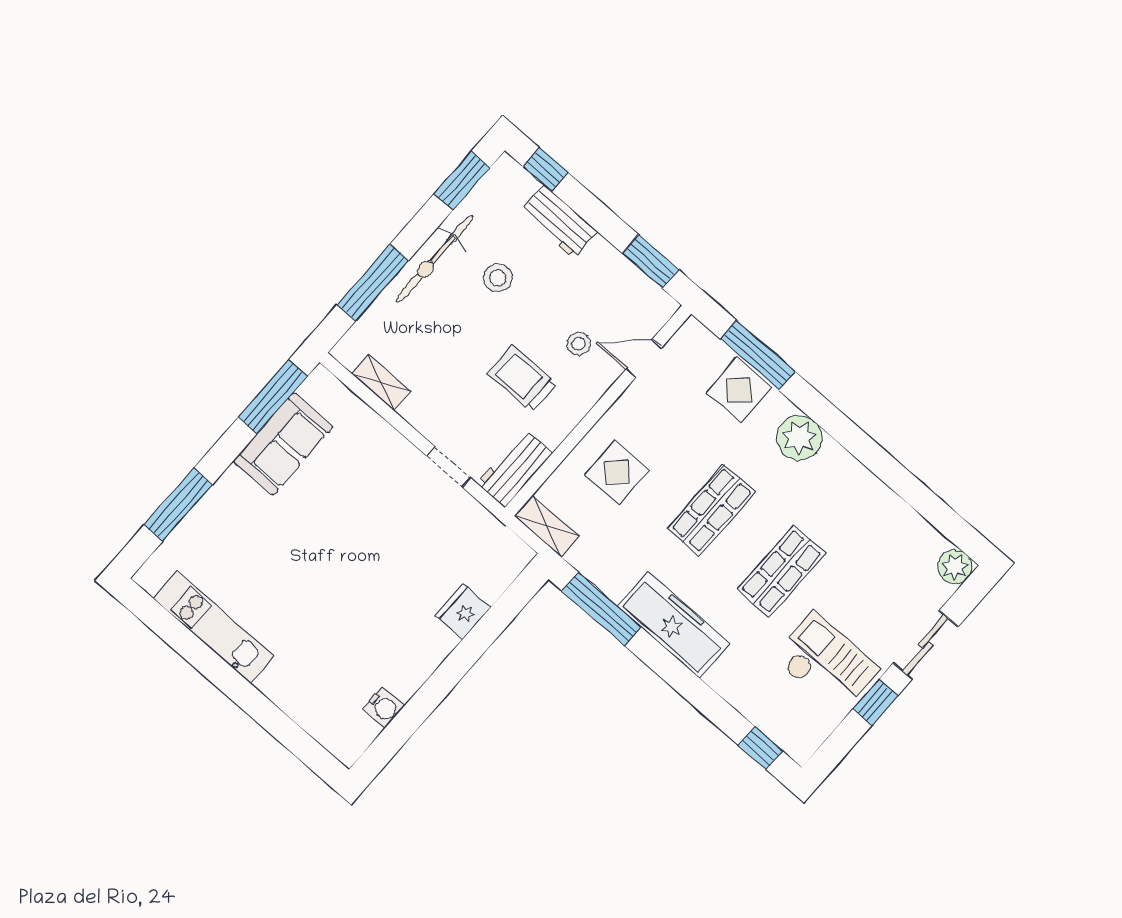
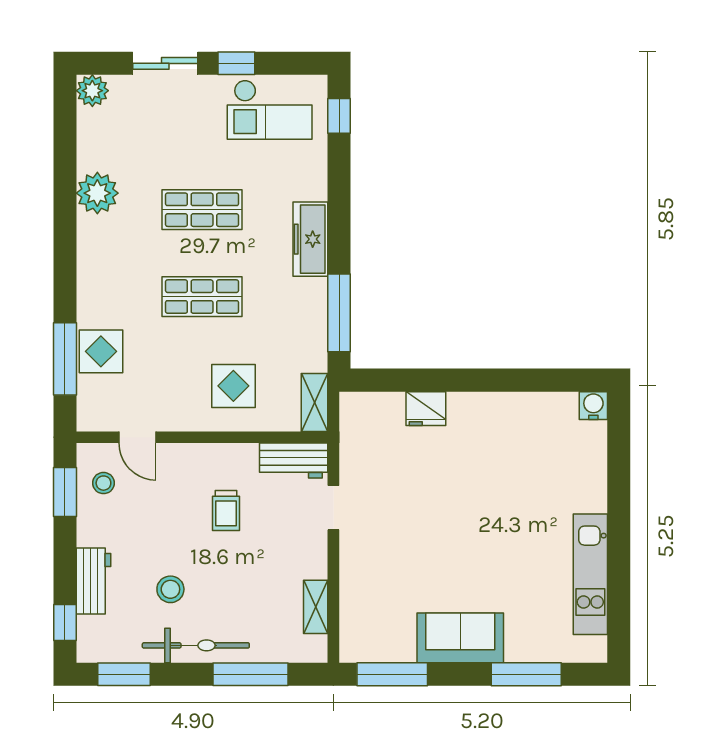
stool: (579, 344) -> (103, 483), moved
trolley: (522, 378) -> (226, 511), width x0.73, depth x0.72
plant: (799, 438) -> (97, 193), moved
sofa: (283, 444) -> (460, 638), moved
freezer: (674, 625) -> (310, 239), width x0.73, depth x0.79
checkout: (826, 663) -> (270, 110), moved, turned -90
water cooler: (384, 707) -> (593, 406), moved

